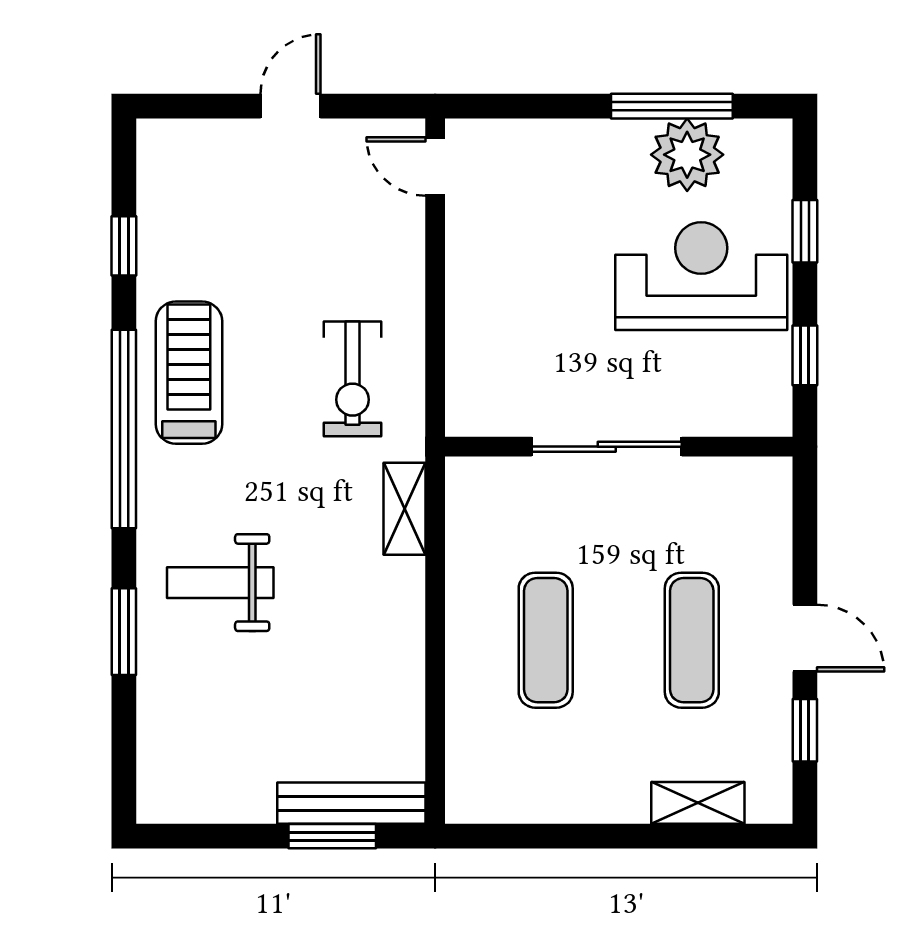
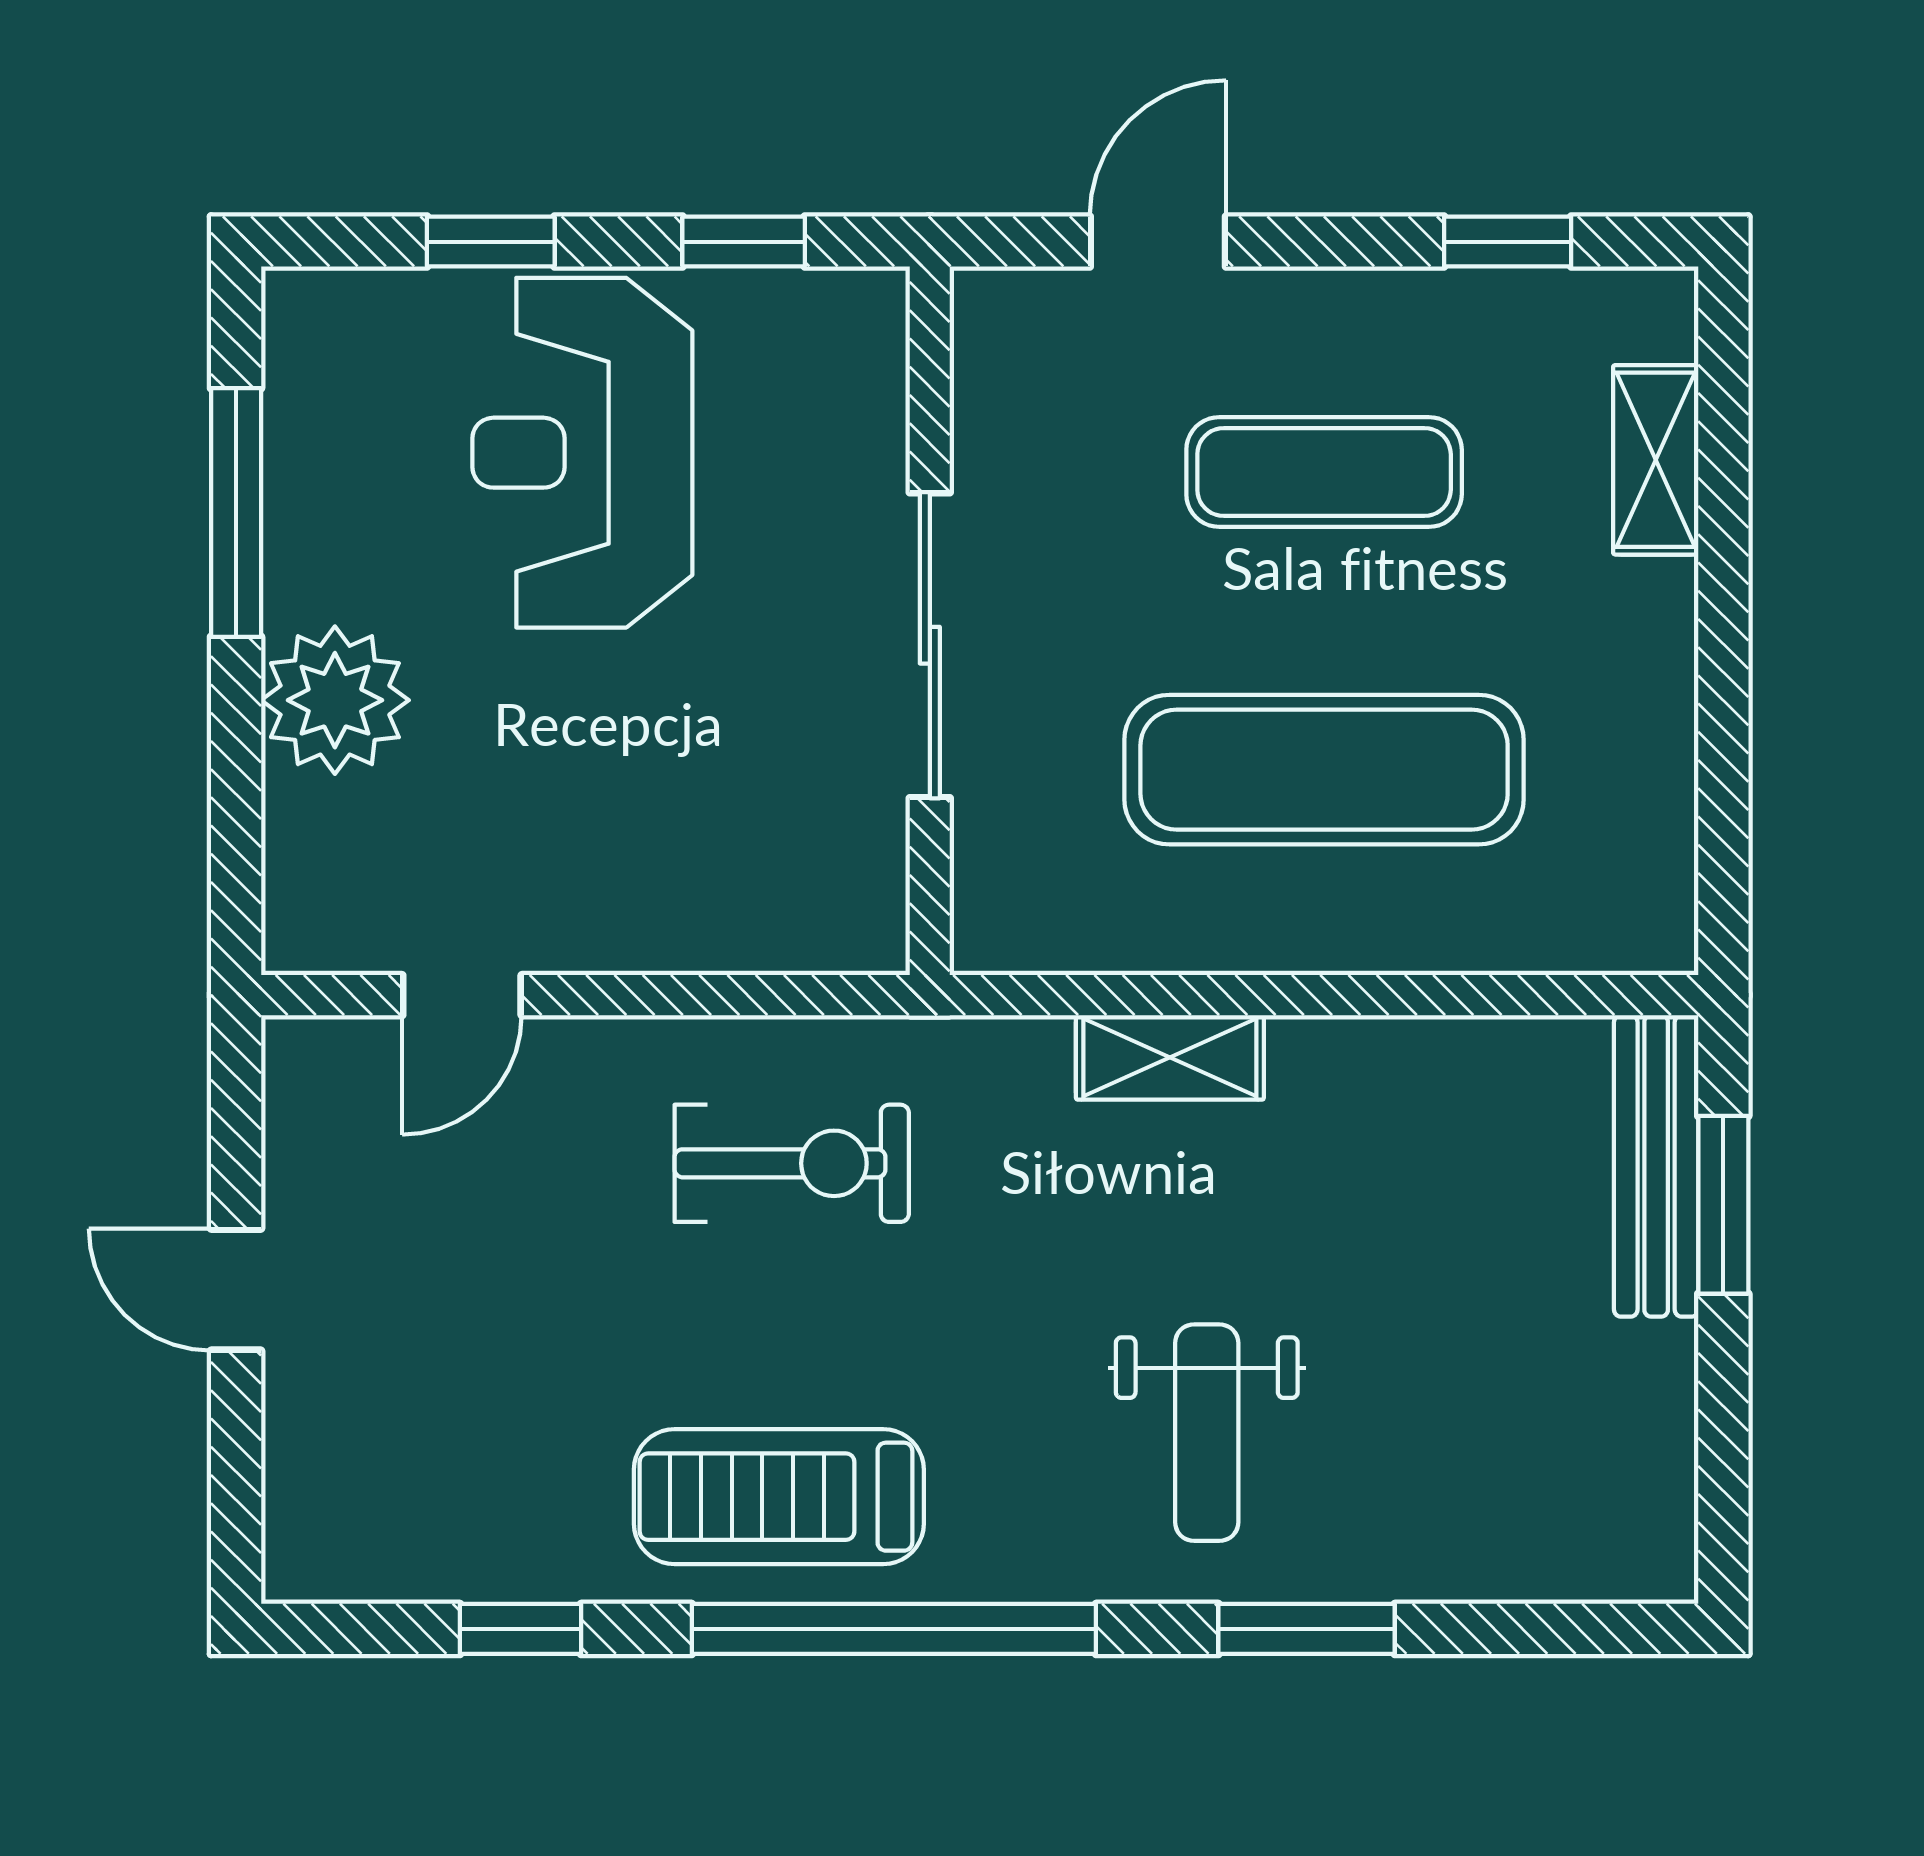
plant: (687, 155) -> (335, 700), moved
door: (435, 167) -> (462, 995), moved
shelving: (404, 509) -> (1170, 1057), moved
door: (805, 638) -> (1158, 242), moved
exercise mat: (546, 640) -> (1324, 770), width x1.36, depth x1.45

